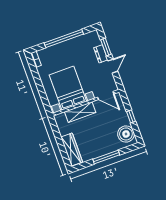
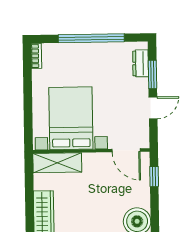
dresser: (101, 54) -> (141, 63), moved
shelving: (80, 112) -> (57, 163), moved
window: (131, 116) -> (154, 176), moved

